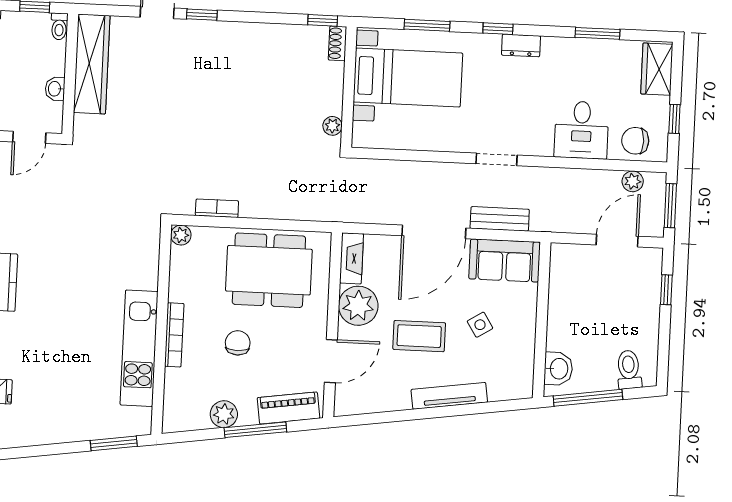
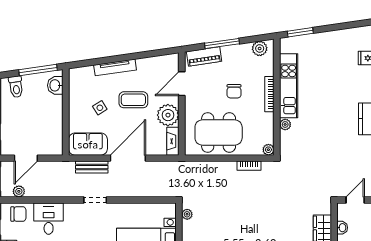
plant: (149, 279) -> (285, 124), added
plant: (224, 414) -> (260, 48), moved

